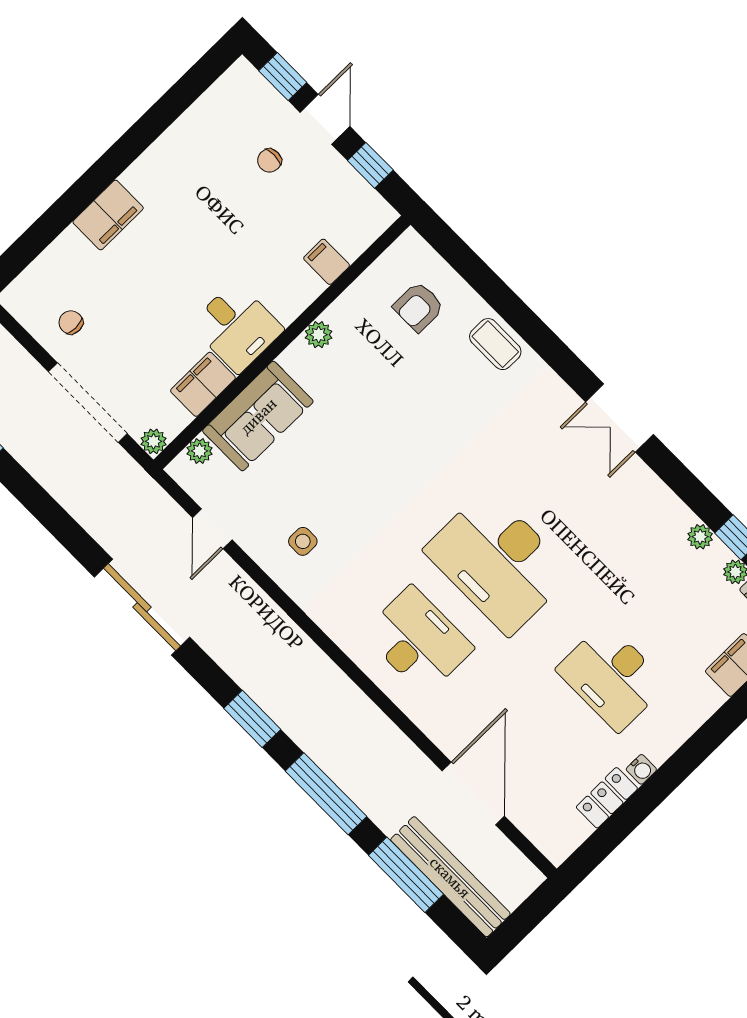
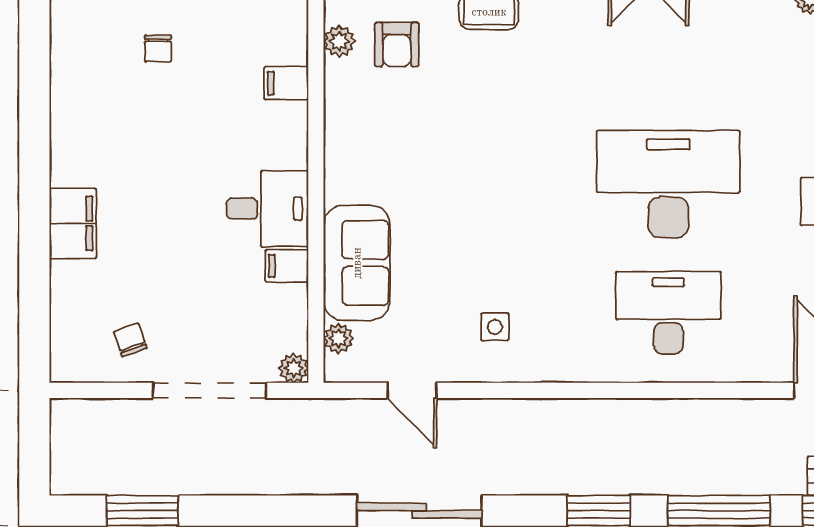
chair: (71, 322) -> (130, 340), turned 71
plant: (319, 335) -> (339, 41), moved
filing cabinet: (203, 384) -> (287, 266), width x0.50
desk: (498, 562) -> (668, 184), turned 180

